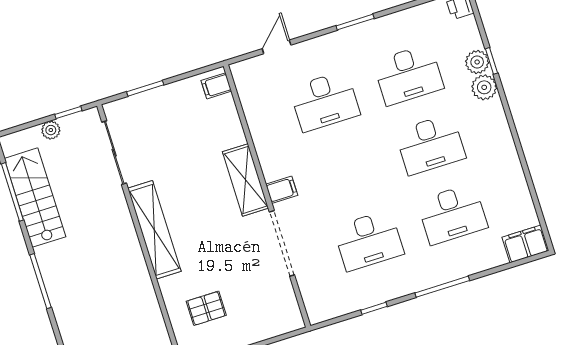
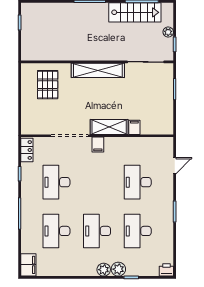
door: (277, 47) -> (175, 166), hinge flipped
plant: (477, 62) -> (104, 270), moved
filing cabinet: (216, 86) -> (134, 127), moved
pallet: (206, 308) -> (48, 85), width x1.50, depth x1.42
locker: (329, 309) -> (27, 150), added

